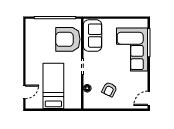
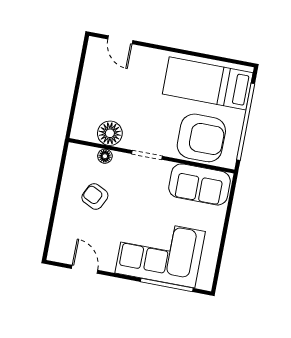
armchair: (68, 39) -> (201, 138), turned 90
bed: (53, 86) -> (208, 83), moved, turned 180
floor lamp: (75, 88) -> (110, 133), added
door: (149, 98) -> (85, 269), moved

